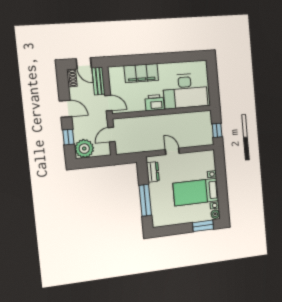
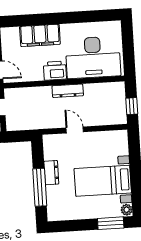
dresser: (166, 119) -> (68, 91), added
dresser: (153, 172) -> (51, 173), moved

